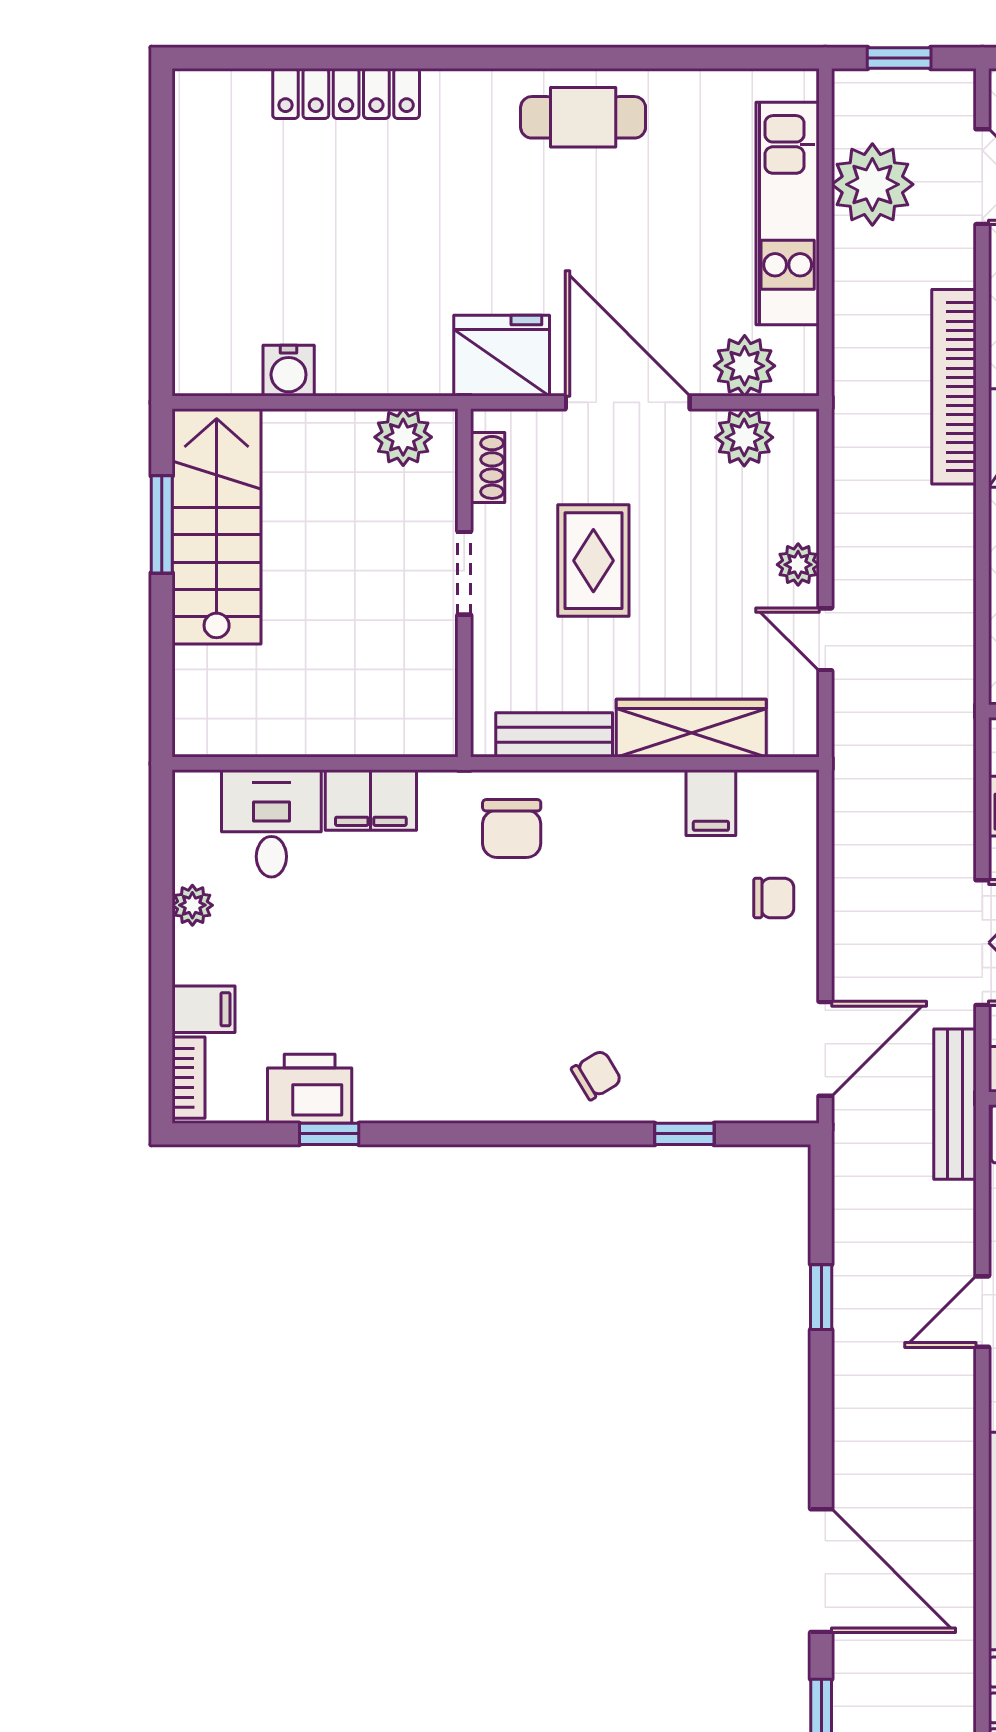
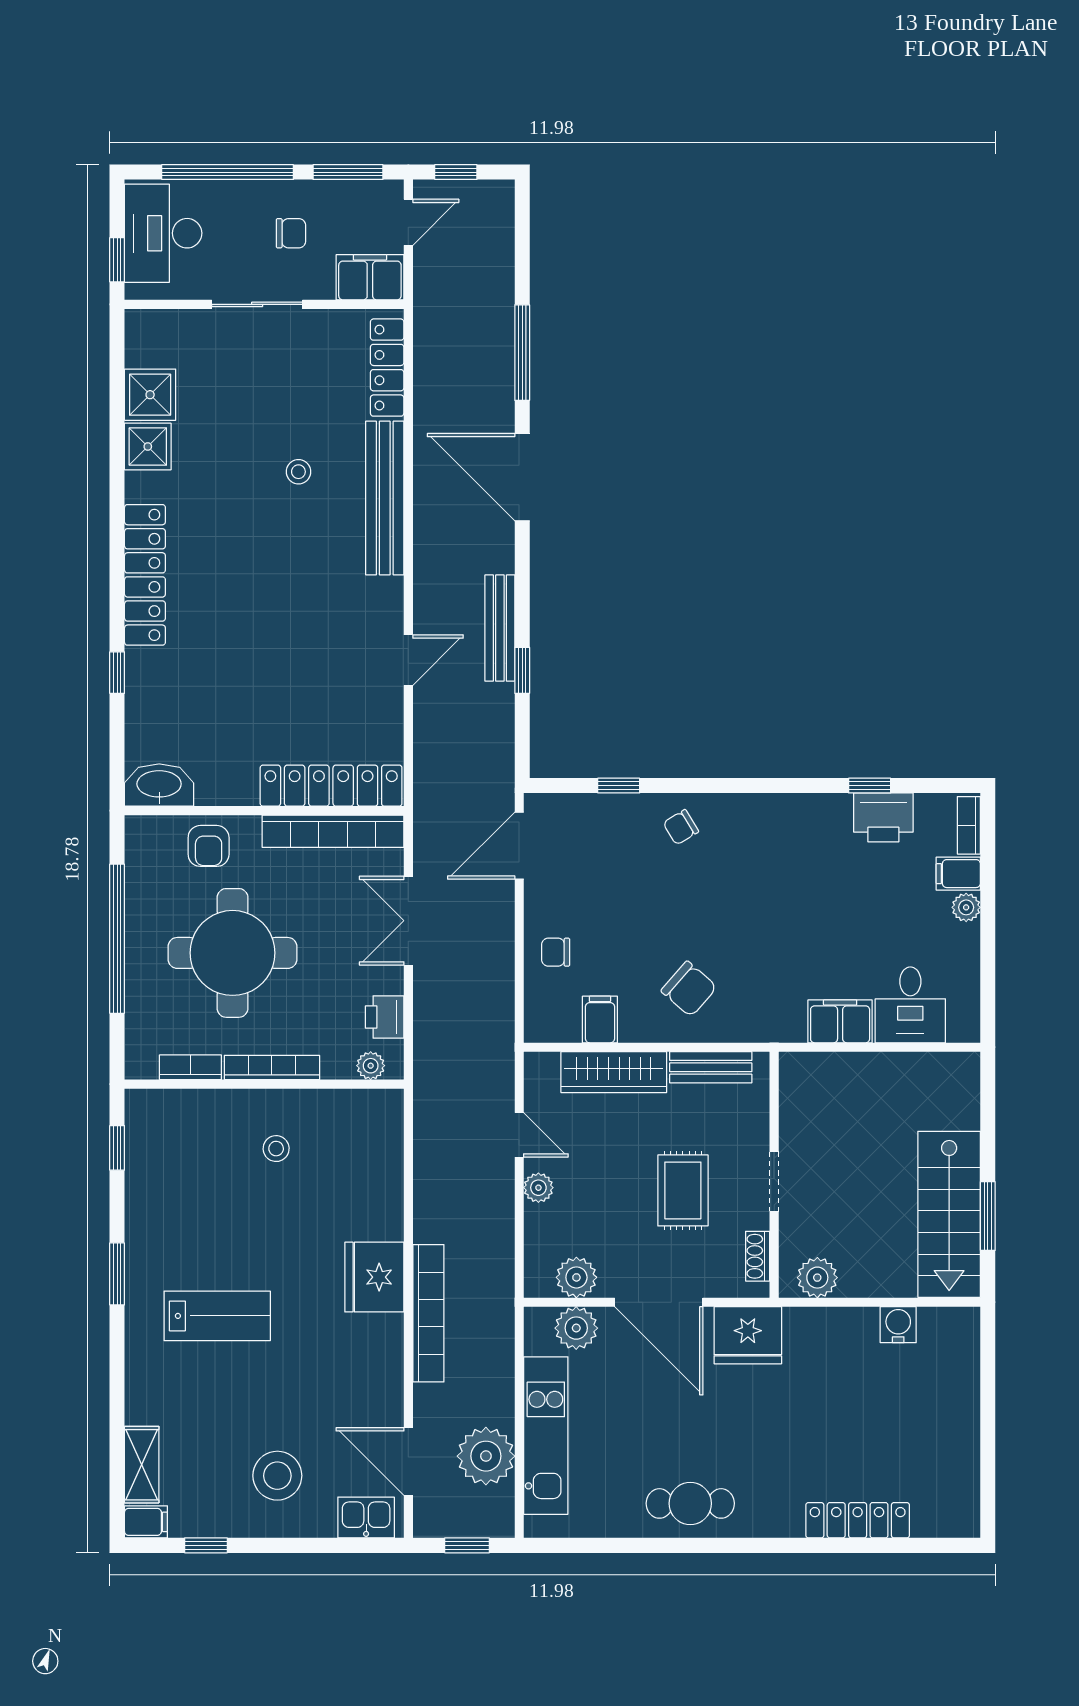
chair: (512, 829) -> (689, 989), moved, turned 131
plant: (192, 905) -> (966, 907), moved
bench: (955, 1104) -> (500, 628), moved

